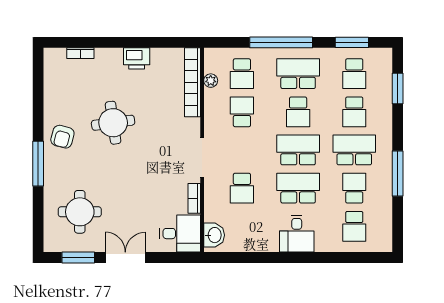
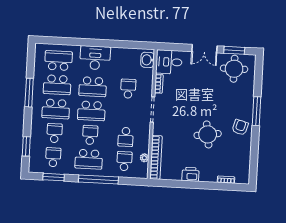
school desk: (354, 188) -> (57, 85), width x1.85
round table: (80, 212) -> (234, 69), moved
school desk: (354, 226) -> (58, 61), width x1.85
desk: (297, 234) -> (95, 58), width x1.37

